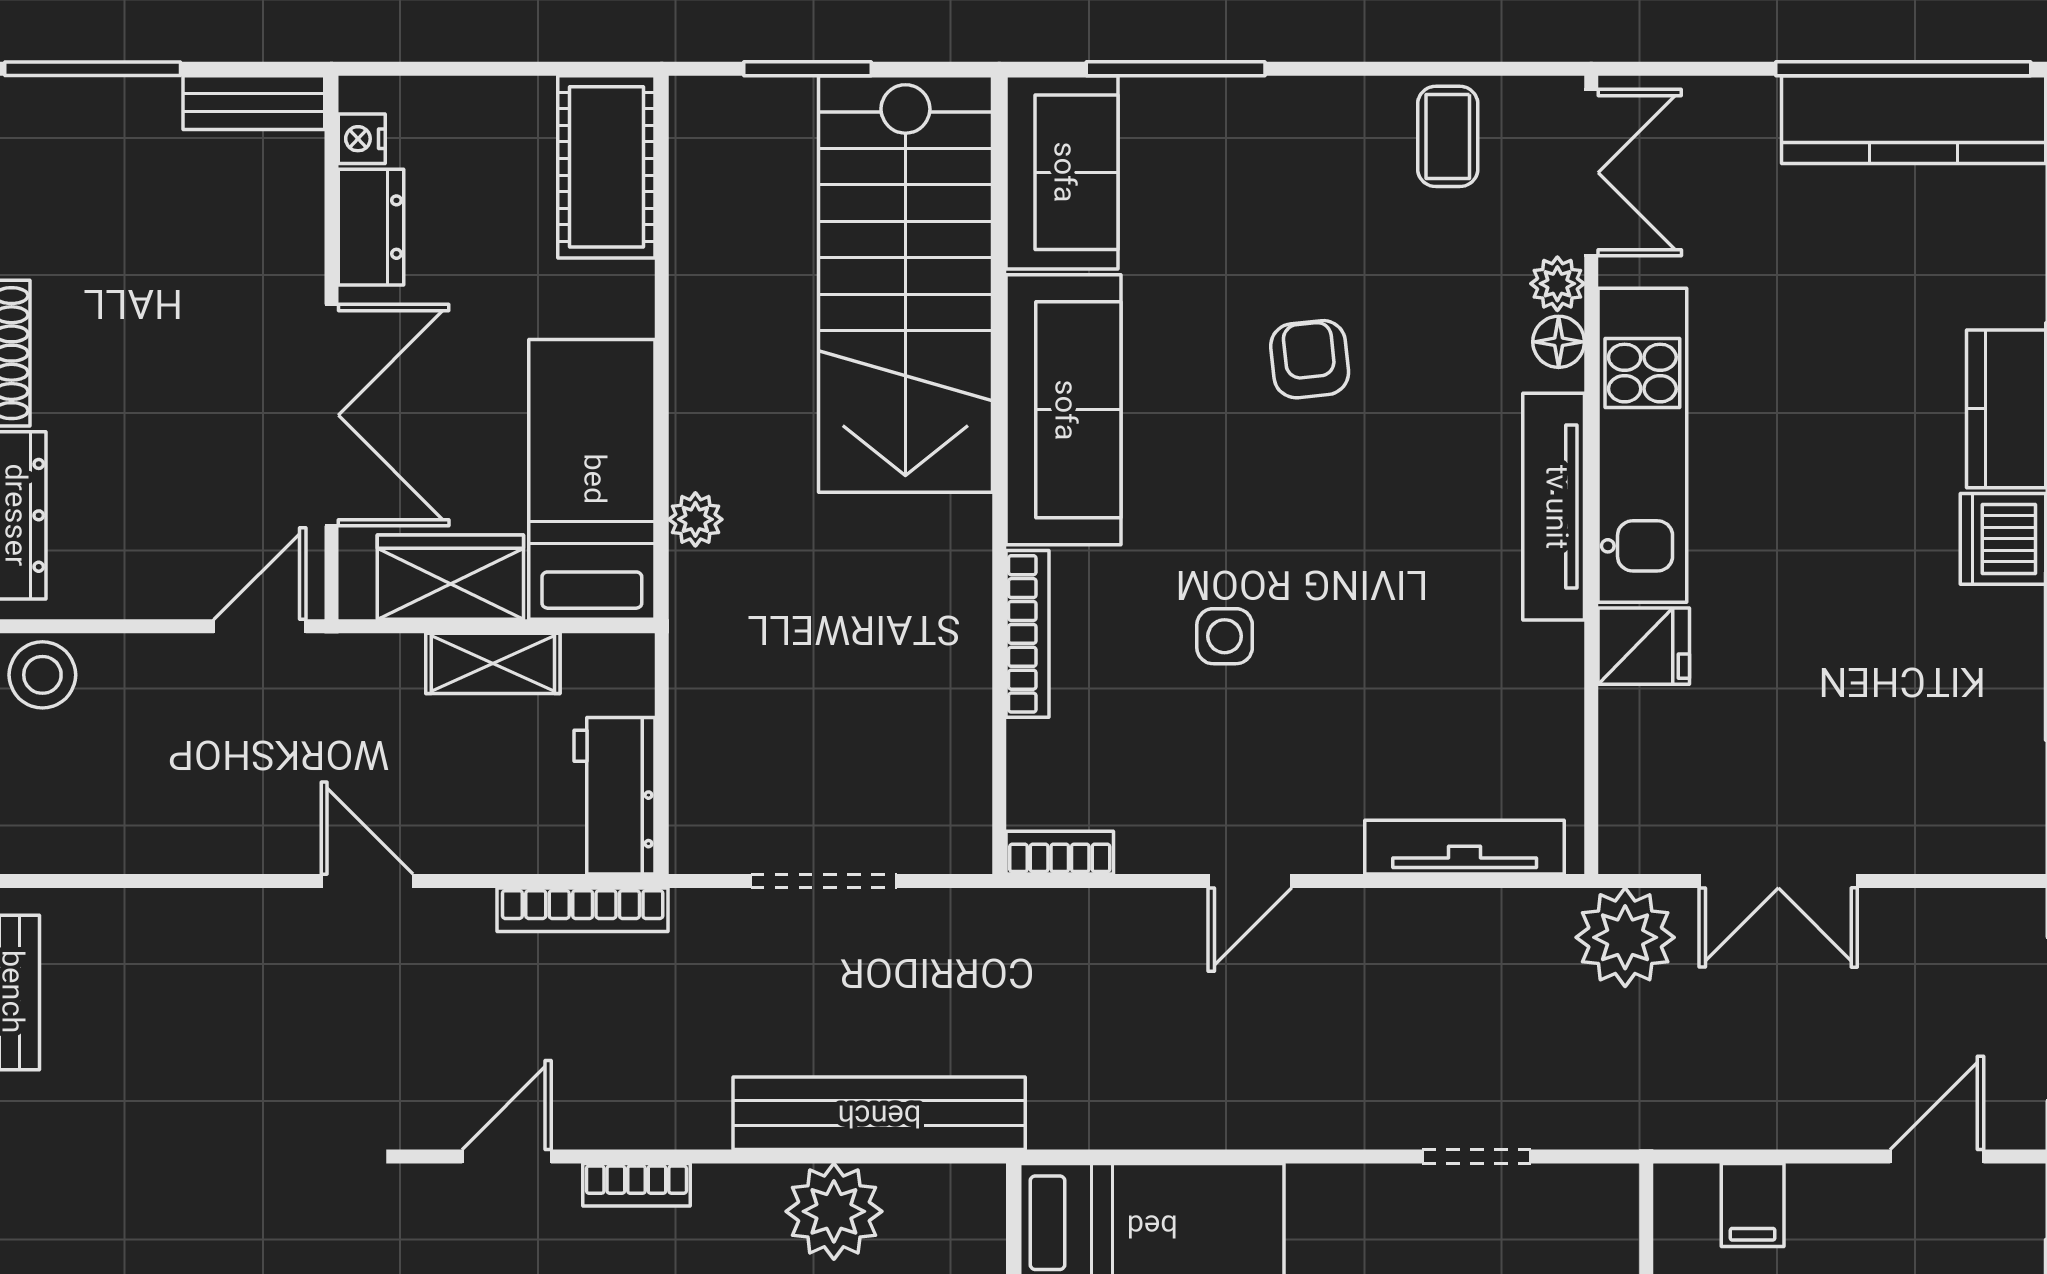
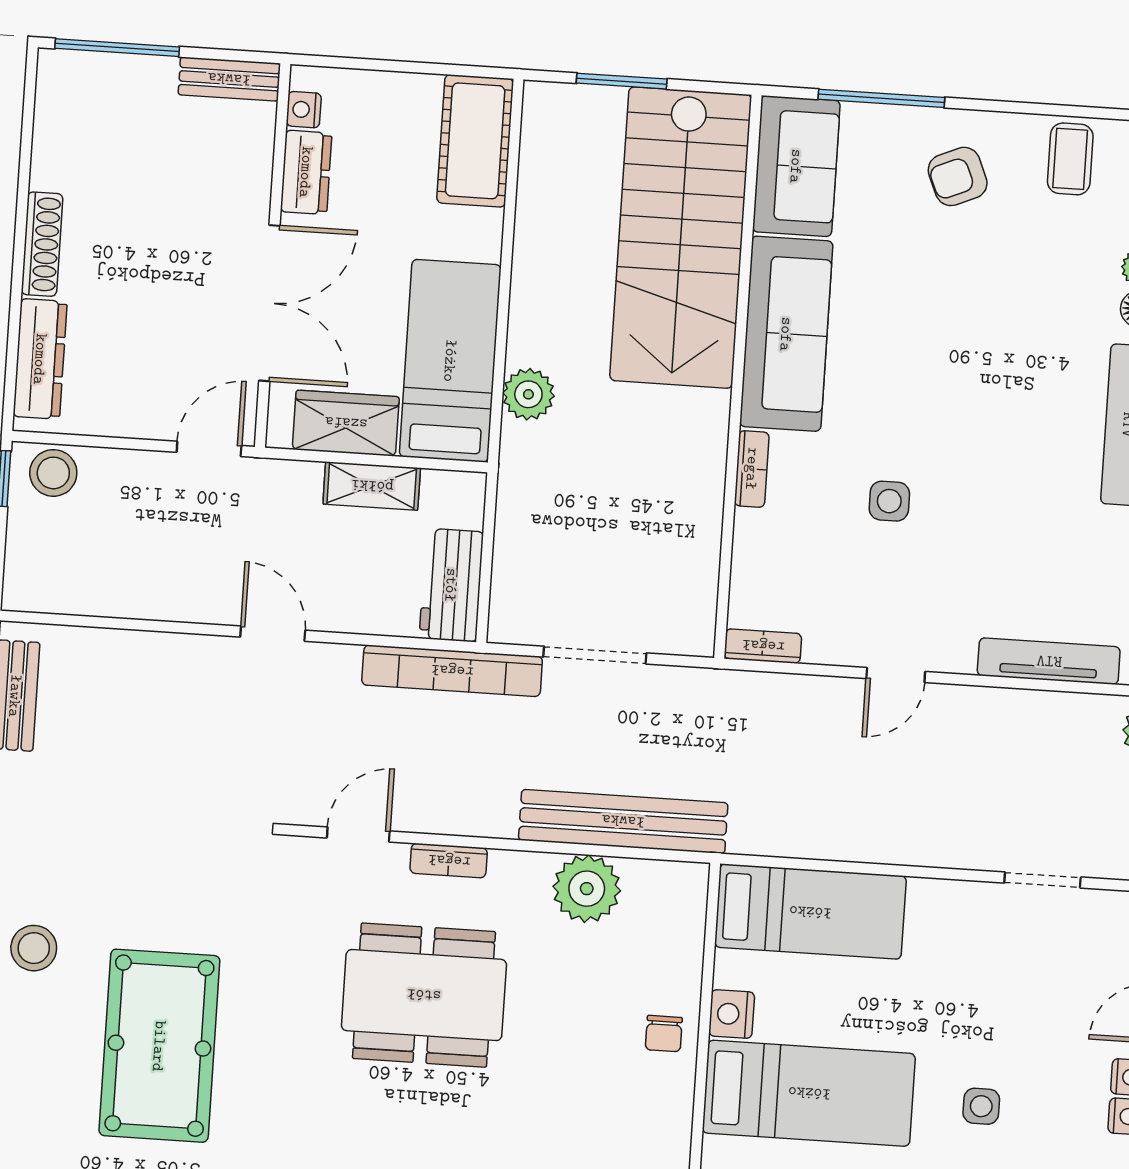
armchair: (1310, 359) -> (958, 176), moved, turned -107
plant: (695, 519) -> (528, 394), width x1.38, depth x1.38
bookcase: (1027, 634) -> (752, 469), width x0.64
bookcase: (583, 910) -> (452, 671), width x1.48, depth x1.31

